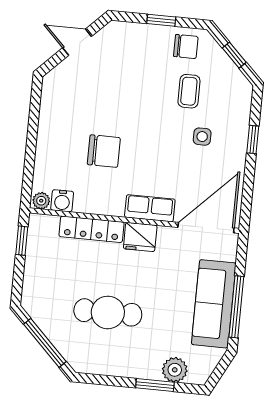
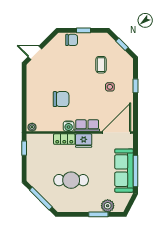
door: (77, 42) -> (35, 53), moved
chair: (186, 47) -> (72, 40), moved
water cooler: (62, 201) -> (69, 126), moved
locker: (91, 229) -> (64, 139), width x0.66

